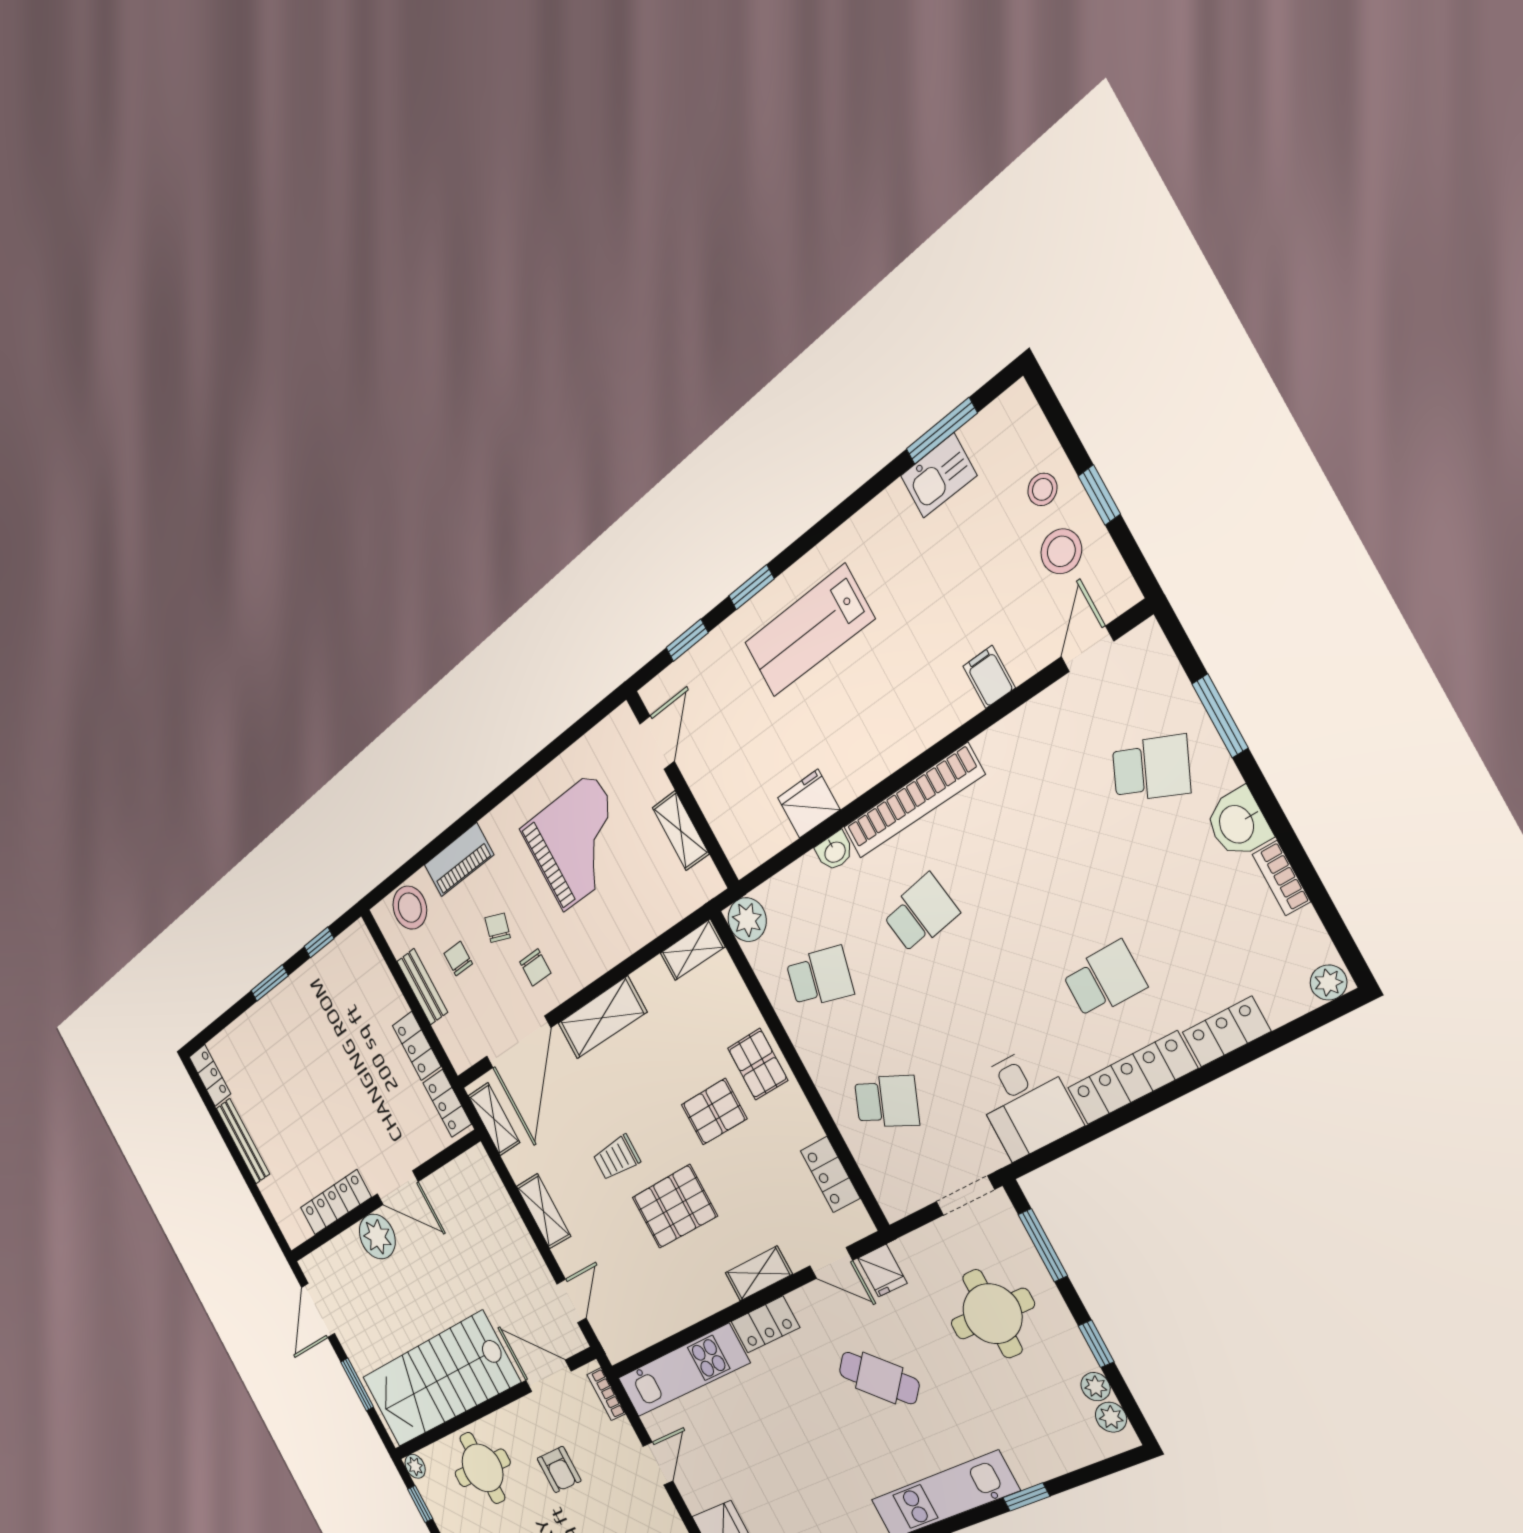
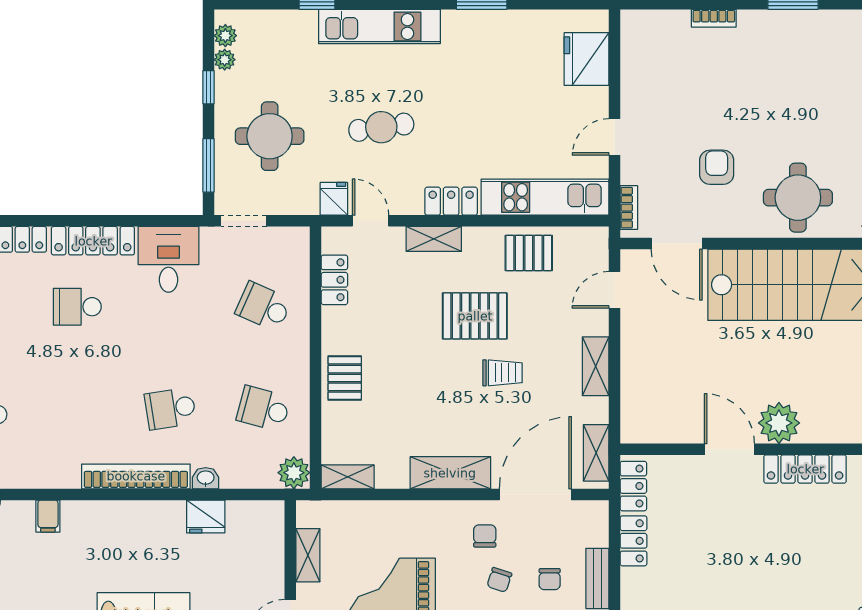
pallet: (714, 1112) -> (529, 253), moved
cafe table: (879, 1378) -> (381, 127), turned -51

